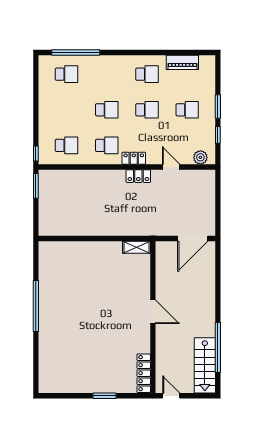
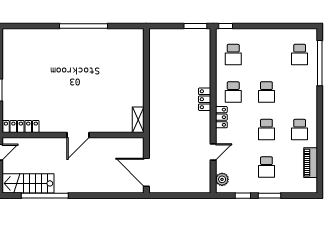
locker: (138, 176) -> (205, 99), moved

